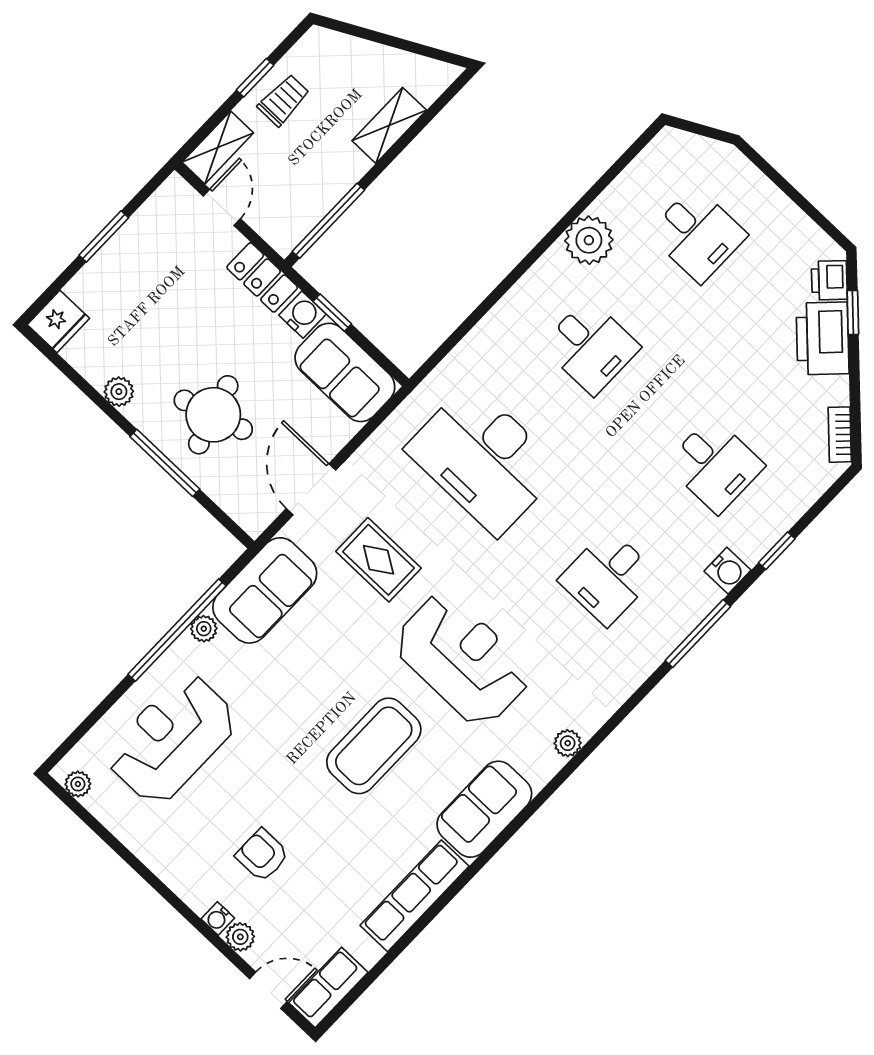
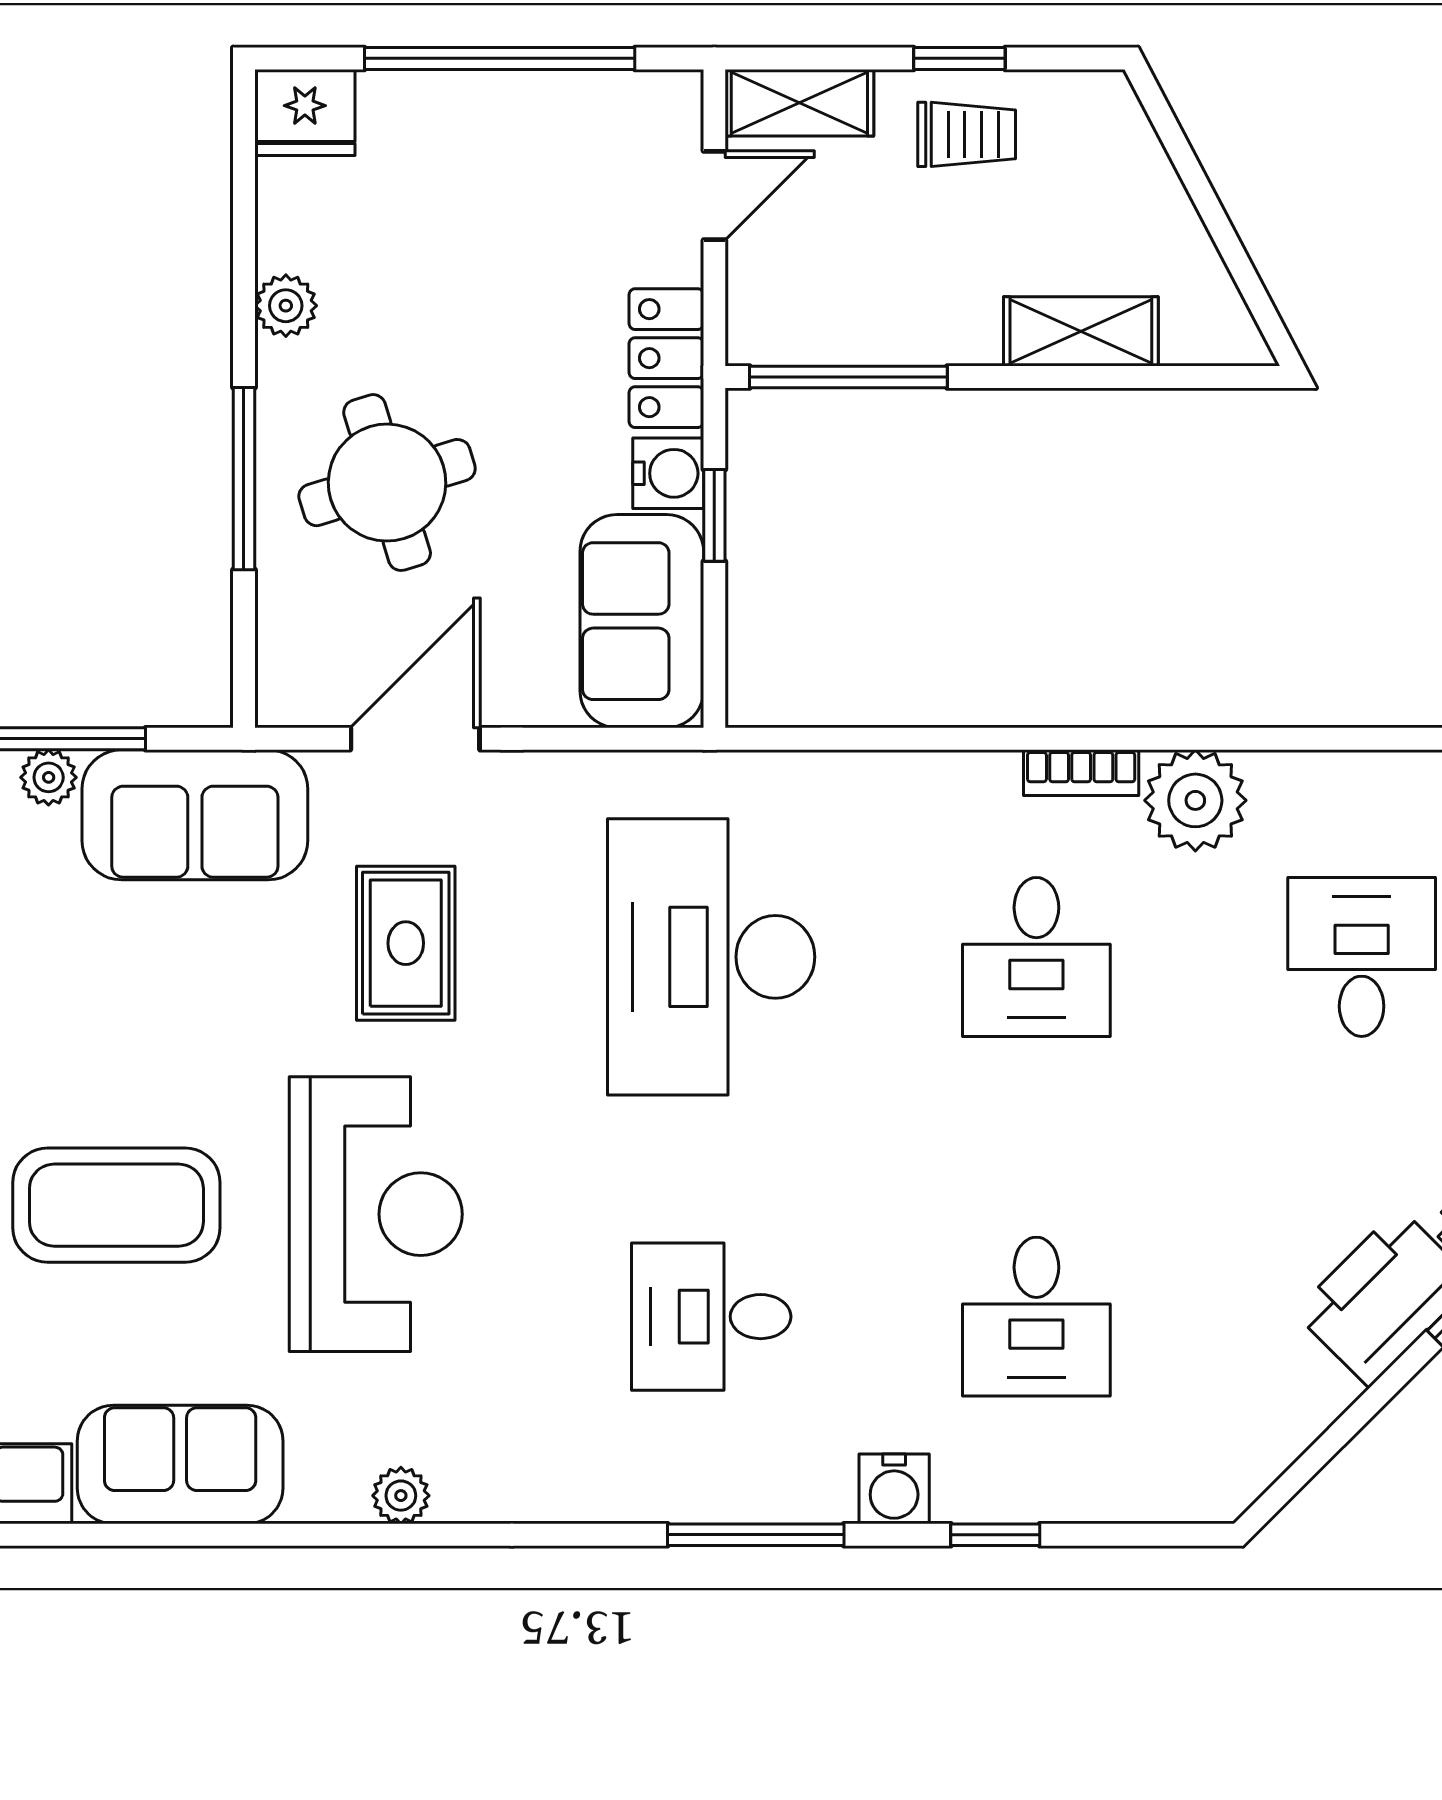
desk: (698, 234) -> (1362, 957), turned 180
window: (104, 236) -> (500, 58), width x2.11
bookcase: (840, 435) -> (1081, 773), moved, turned -135

